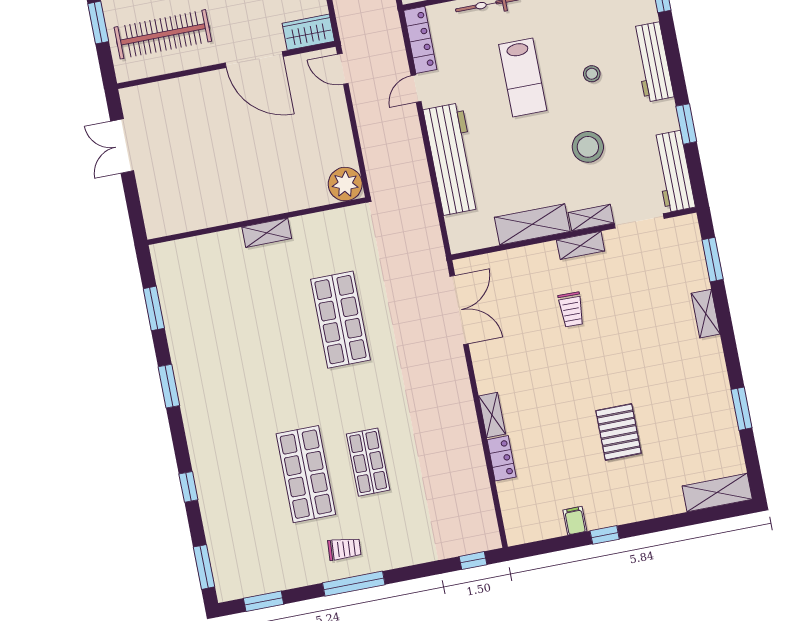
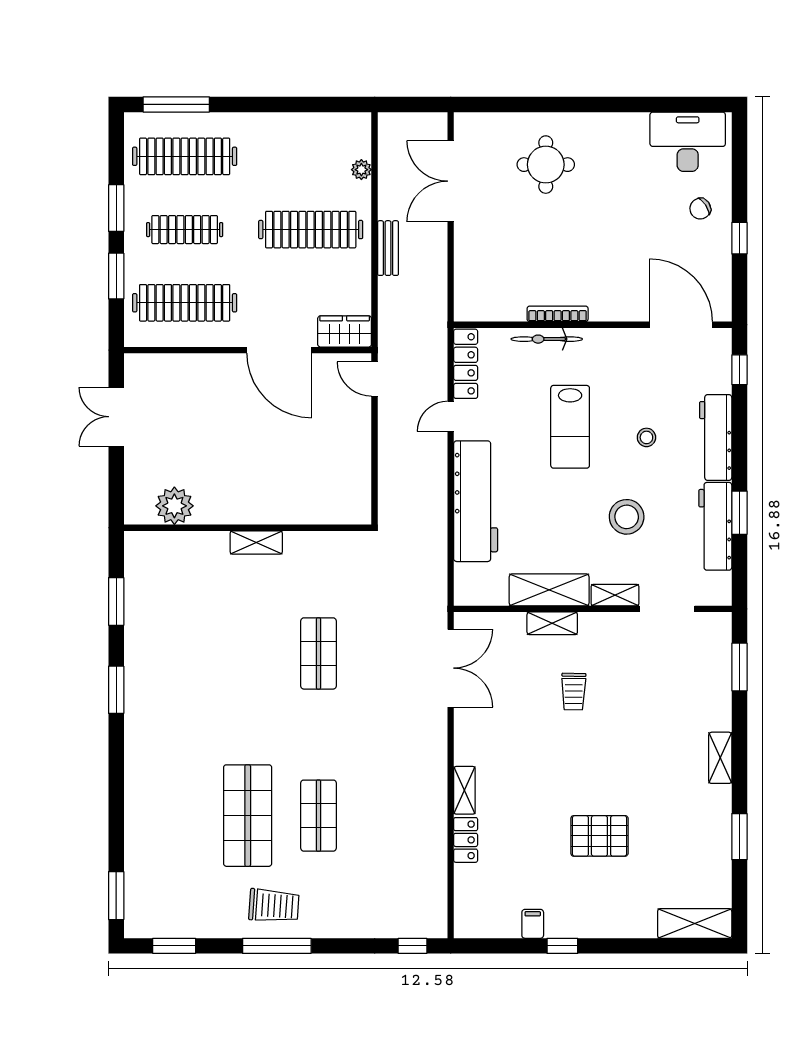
workbench: (674, 171) -> (715, 526), moved
plant: (345, 184) -> (174, 506), moved
shelving: (581, 245) -> (552, 623), moved
shelving: (706, 314) -> (720, 758), moved
shop shelf: (340, 320) -> (318, 653), width x0.70, depth x0.74
pallet: (619, 432) -> (599, 836), turned 90
window: (188, 487) -> (116, 804), removed
trolley: (344, 549) -> (274, 906), width x1.36, depth x1.39

